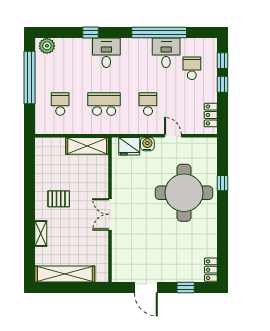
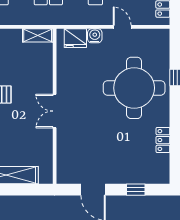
shelving: (87, 146) -> (38, 35), width x0.67, depth x0.75
locker: (211, 270) -> (163, 140), moved

